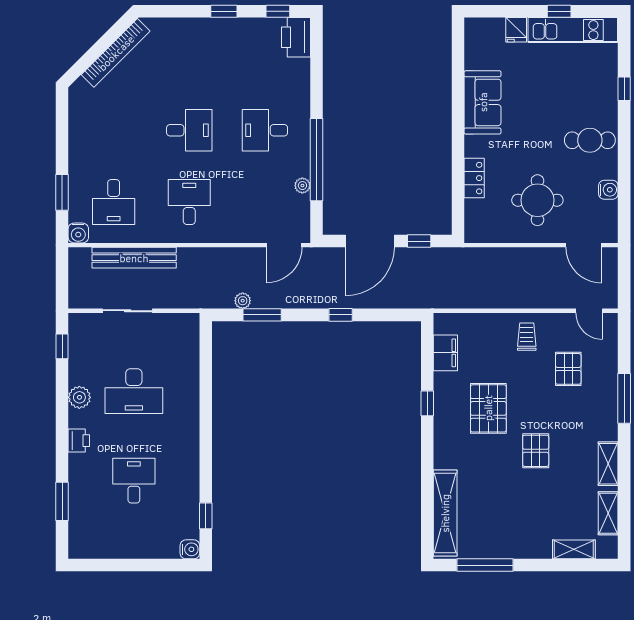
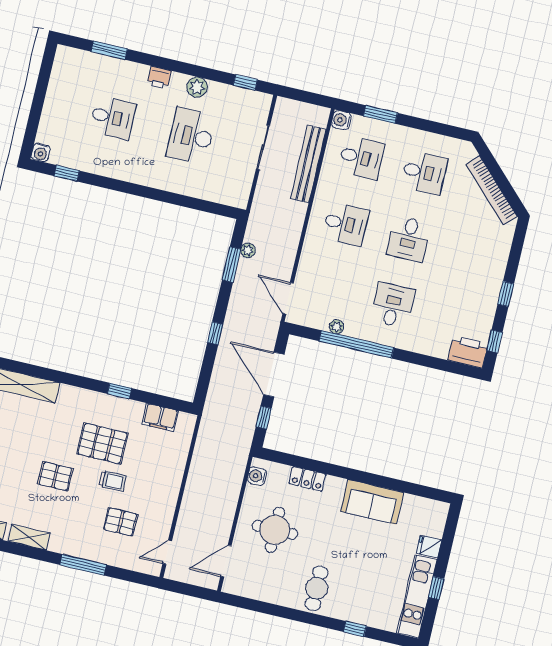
desk: (114, 130) -> (424, 173), added
water cooler: (608, 190) -> (257, 476), moved, turned 90
desk: (114, 202) -> (361, 158), turned 180
trolley: (527, 337) -> (113, 481), moved

